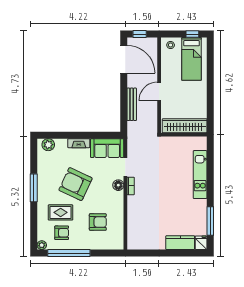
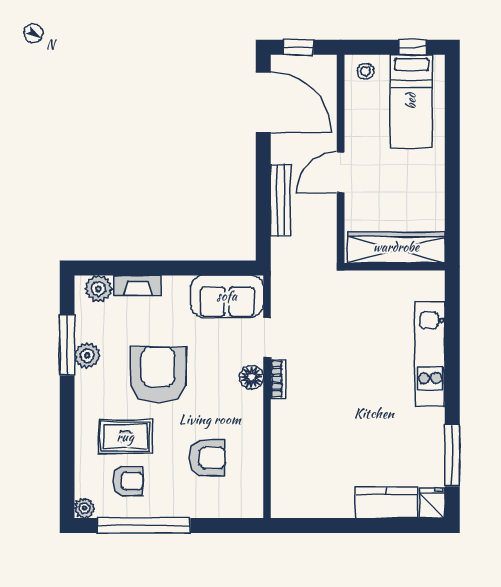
fireplace: (79, 143) -> (138, 285), moved
plant: (43, 175) -> (87, 355), added
armchair: (76, 184) -> (158, 375), turned 65
window: (34, 188) -> (67, 345), moved

